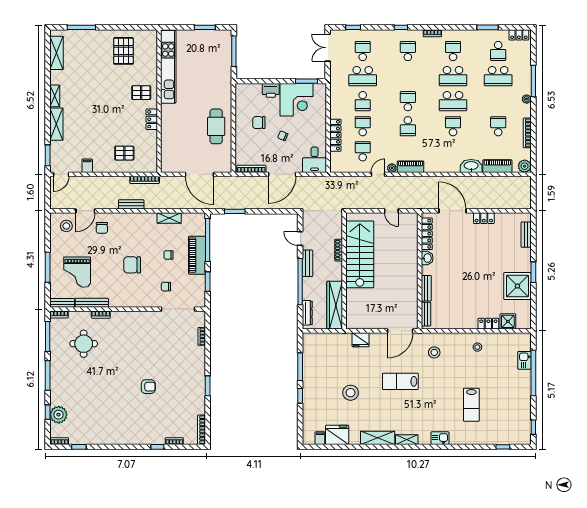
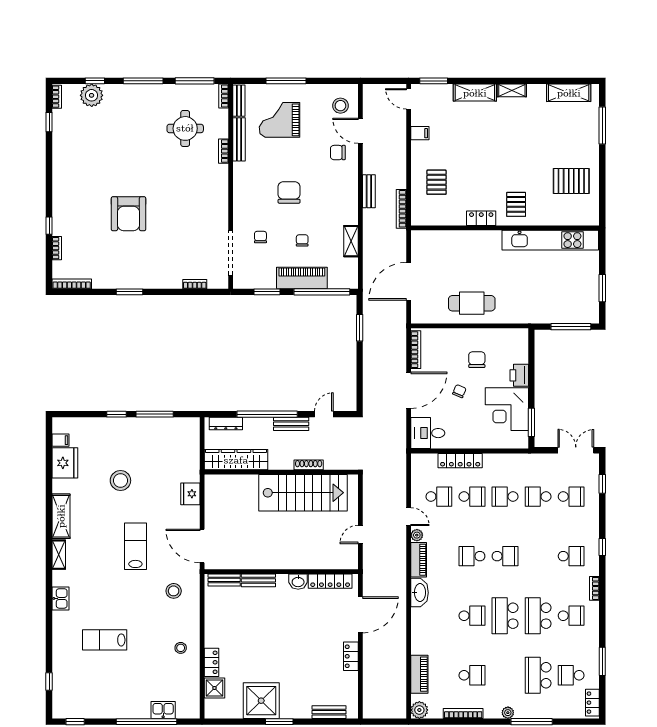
school desk: (363, 76) -> (538, 497), width x0.54
washbasin: (471, 166) -> (420, 593), moved
door: (282, 174) -> (409, 390), swing flipped
armchair: (148, 387) -> (128, 214), width x1.88, depth x1.88

